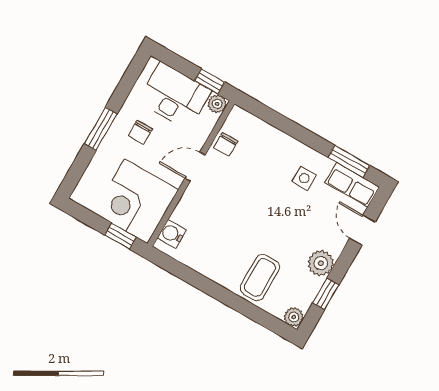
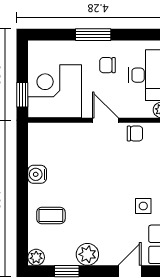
chair: (226, 144) -> (135, 134), turned 180
water cooler: (172, 234) -> (37, 174), moved, turned -90
coffee table: (260, 278) -> (51, 215), width x0.73, depth x0.77

